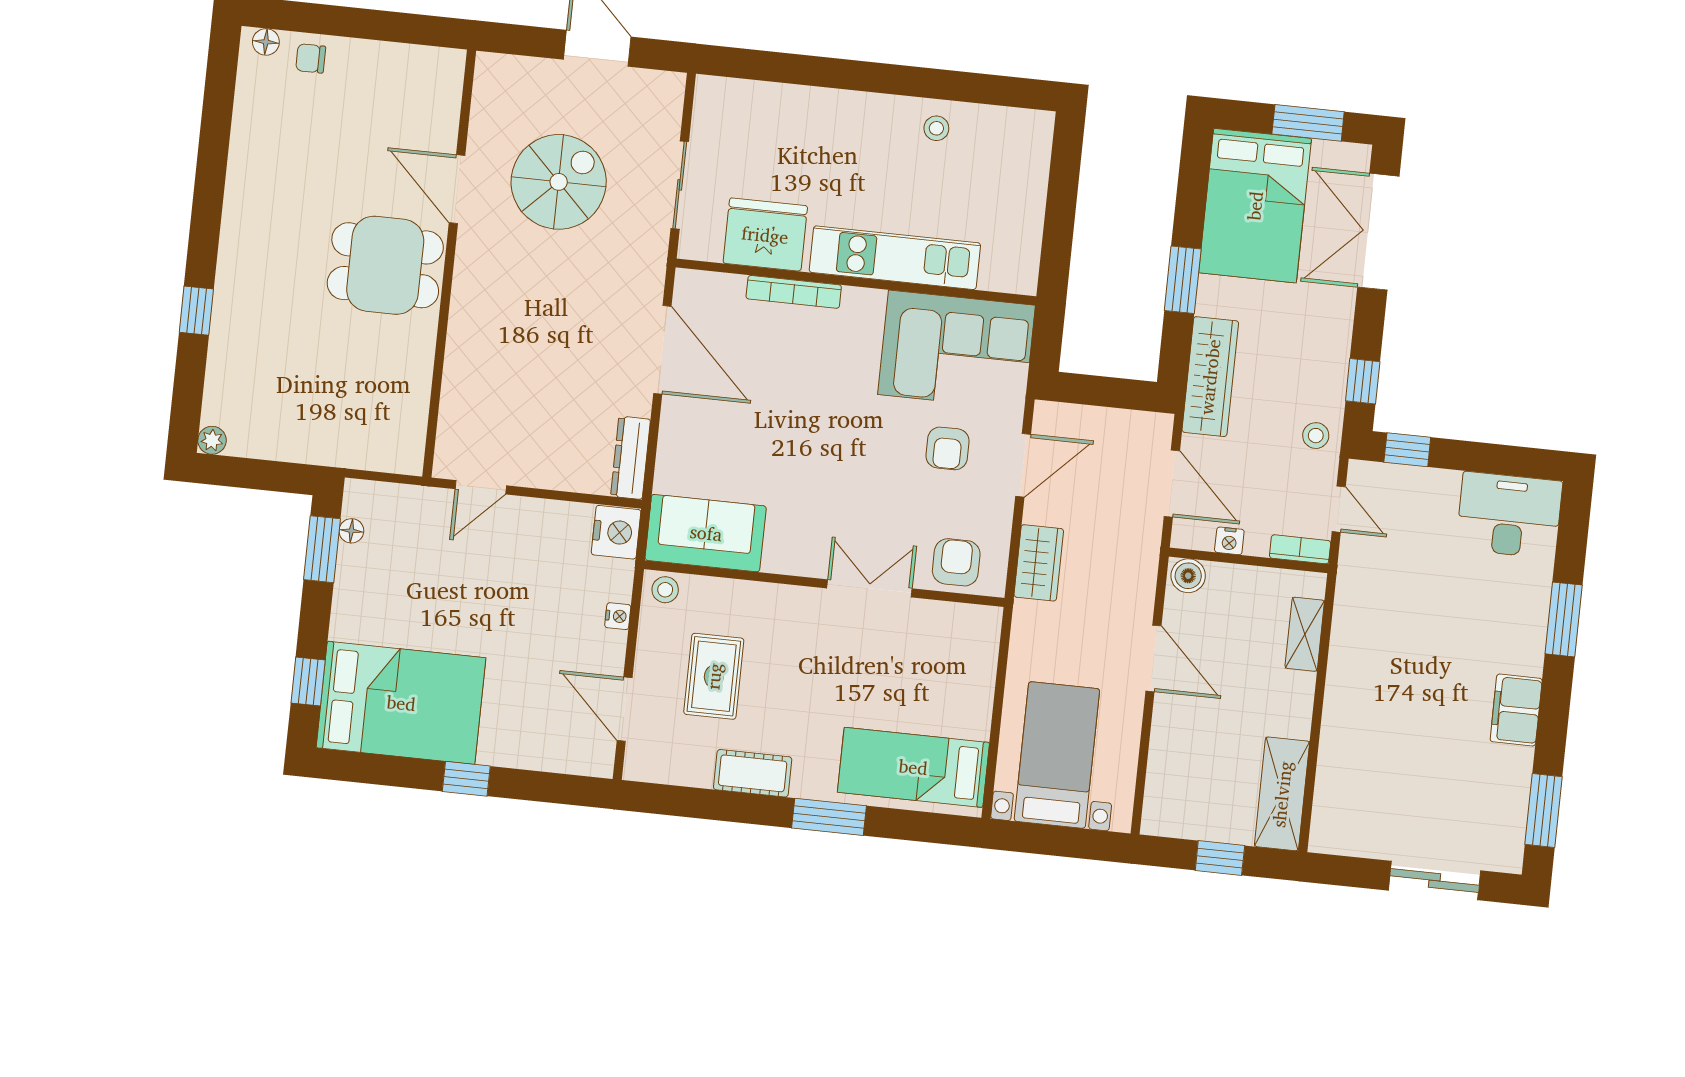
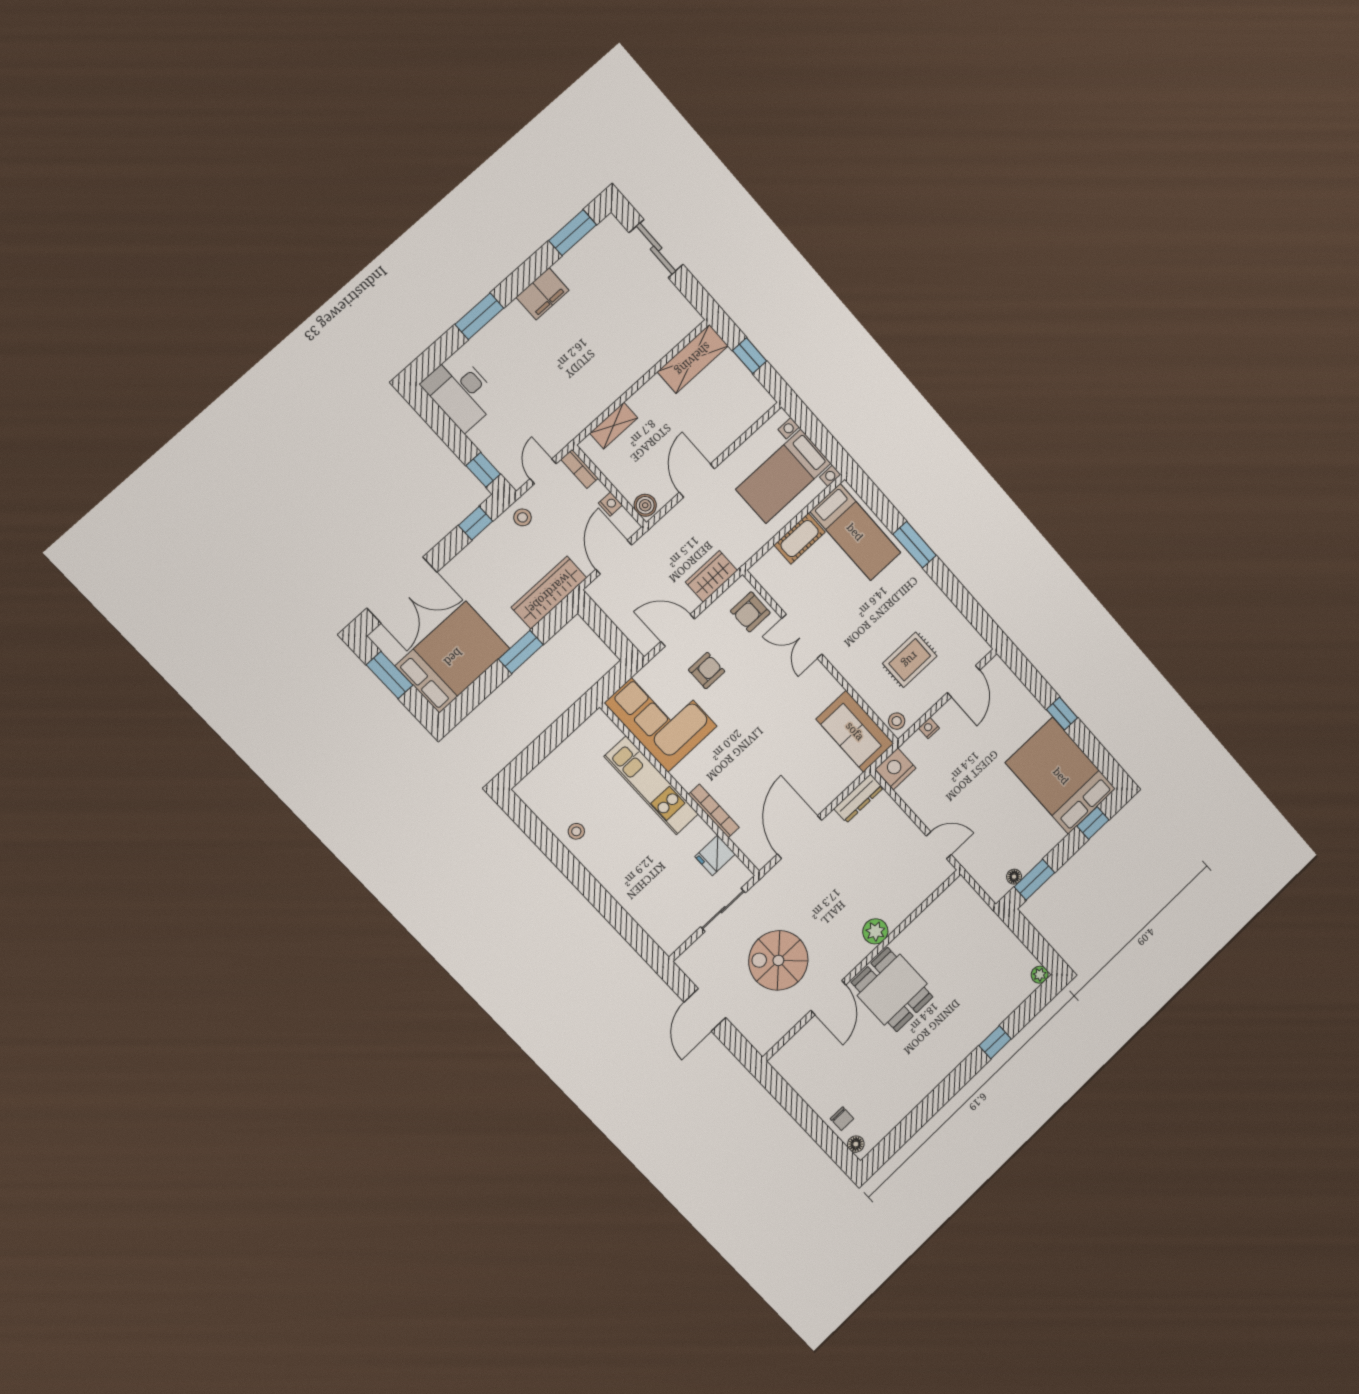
fridge: (765, 235) -> (715, 855), width x0.53, depth x0.75
plant: (469, 317) -> (875, 931), added
cot: (753, 773) -> (800, 539), moved, turned 90

